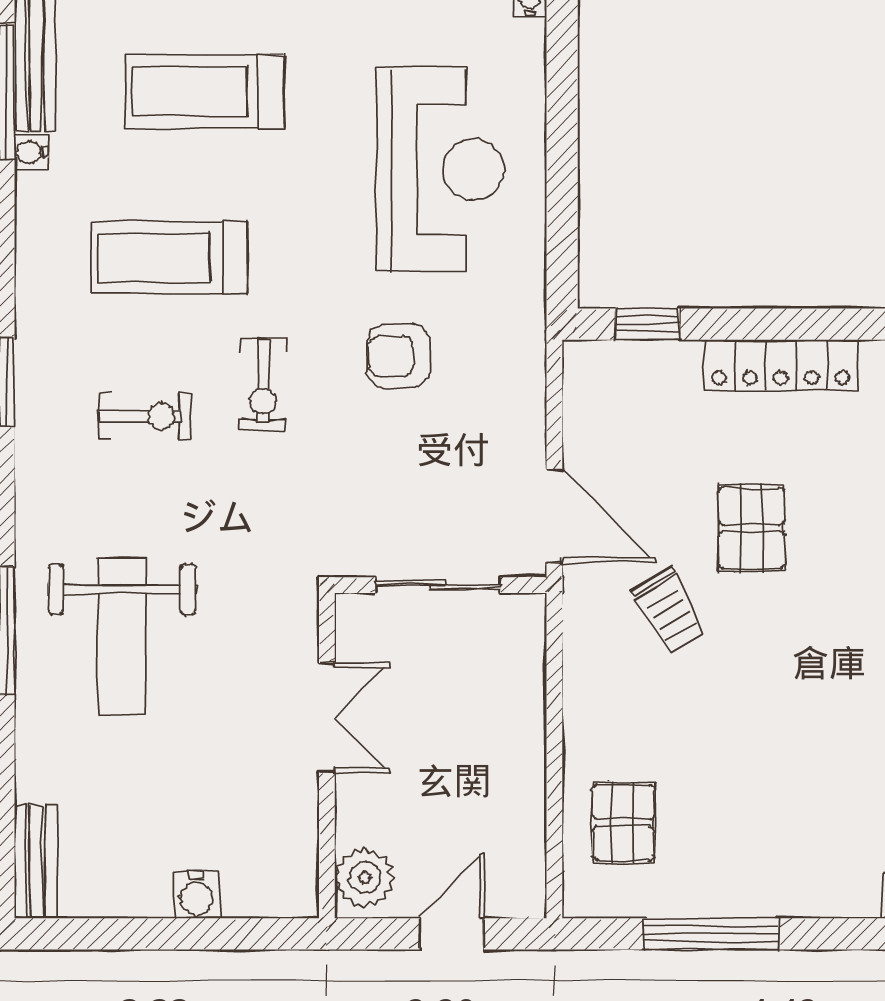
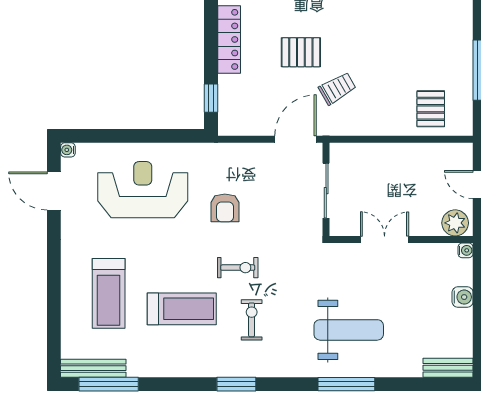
water cooler: (31, 152) -> (466, 250), moved, turned -90
treadmill: (170, 258) -> (182, 309), turned -90
pallet: (623, 822) -> (431, 109), turned 90

